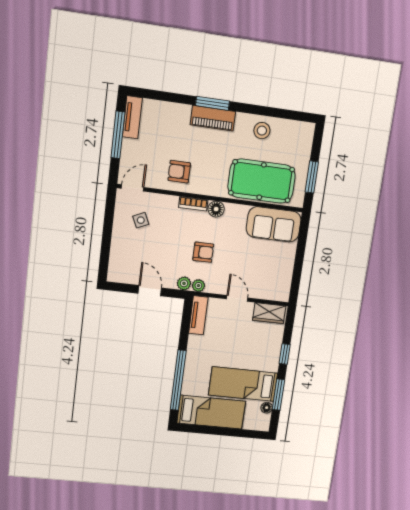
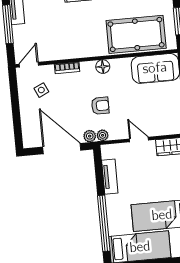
armchair: (179, 172) -> (65, 42), removed
bookcase: (193, 204) -> (67, 68), moved
door: (150, 291) -> (62, 149), width x1.88
tv unit: (198, 315) -> (110, 177), moved

